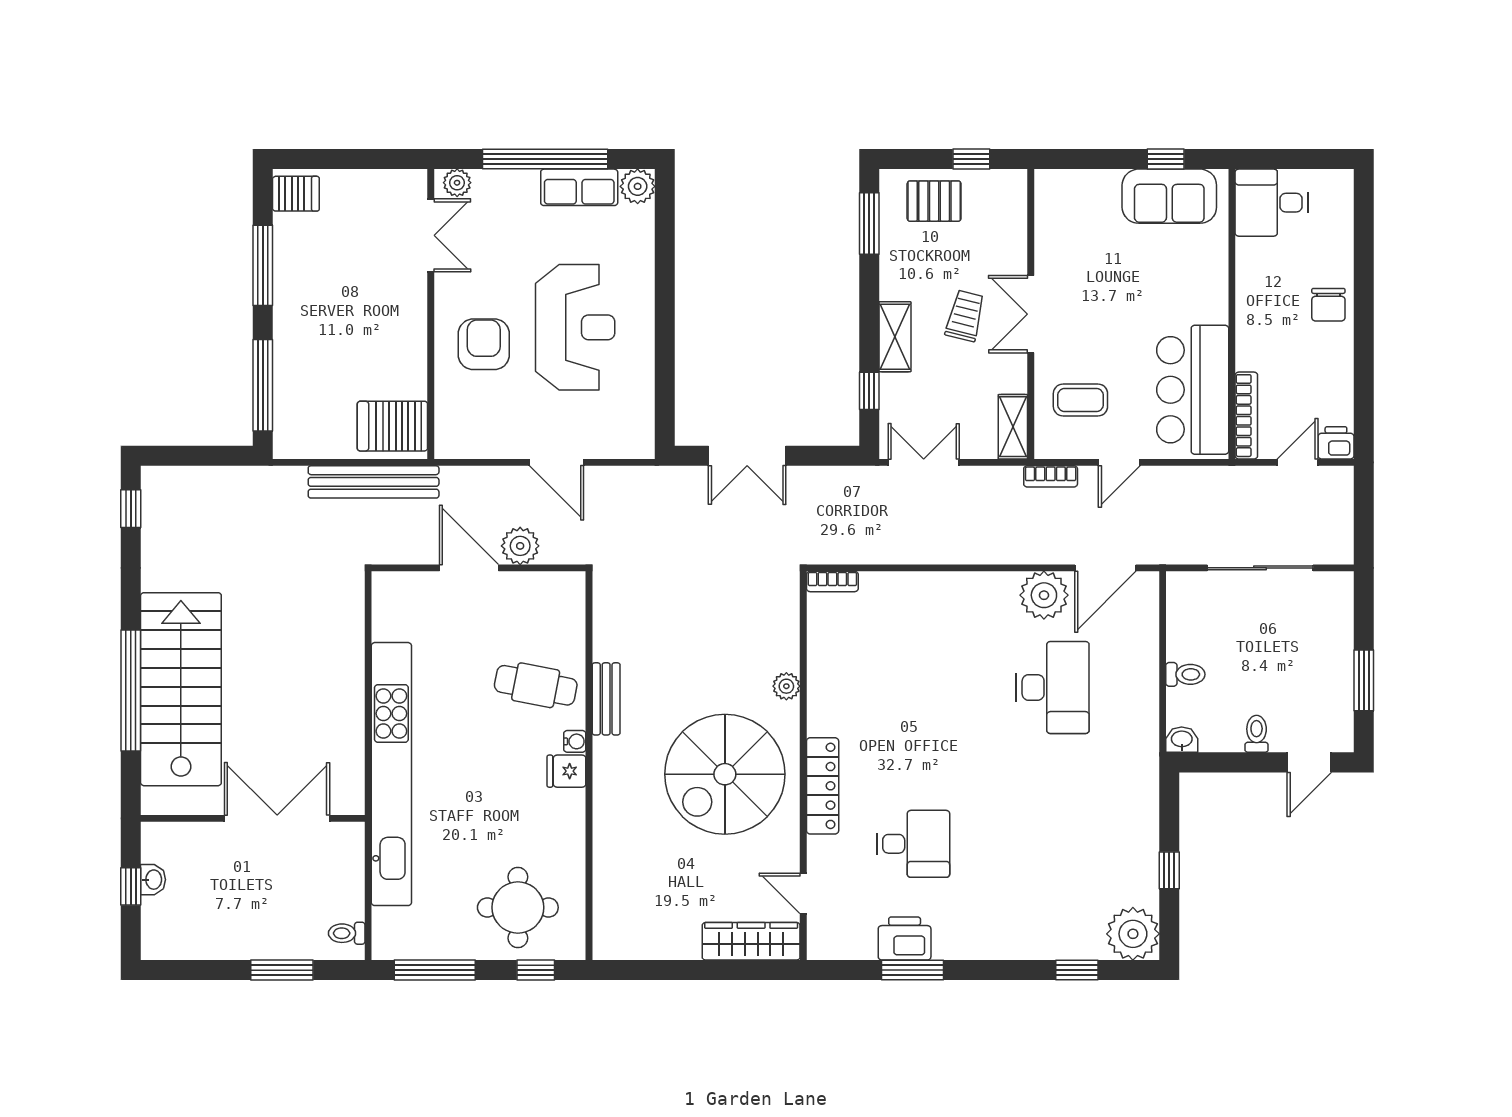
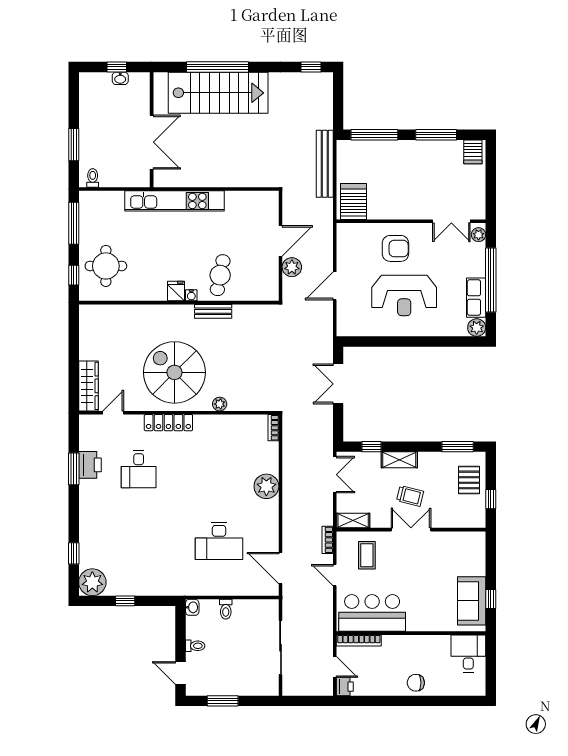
bench: (374, 482) -> (325, 164), moved
plant: (1044, 595) -> (266, 486), moved
kitchen unit: (391, 774) -> (174, 201), width x0.73

